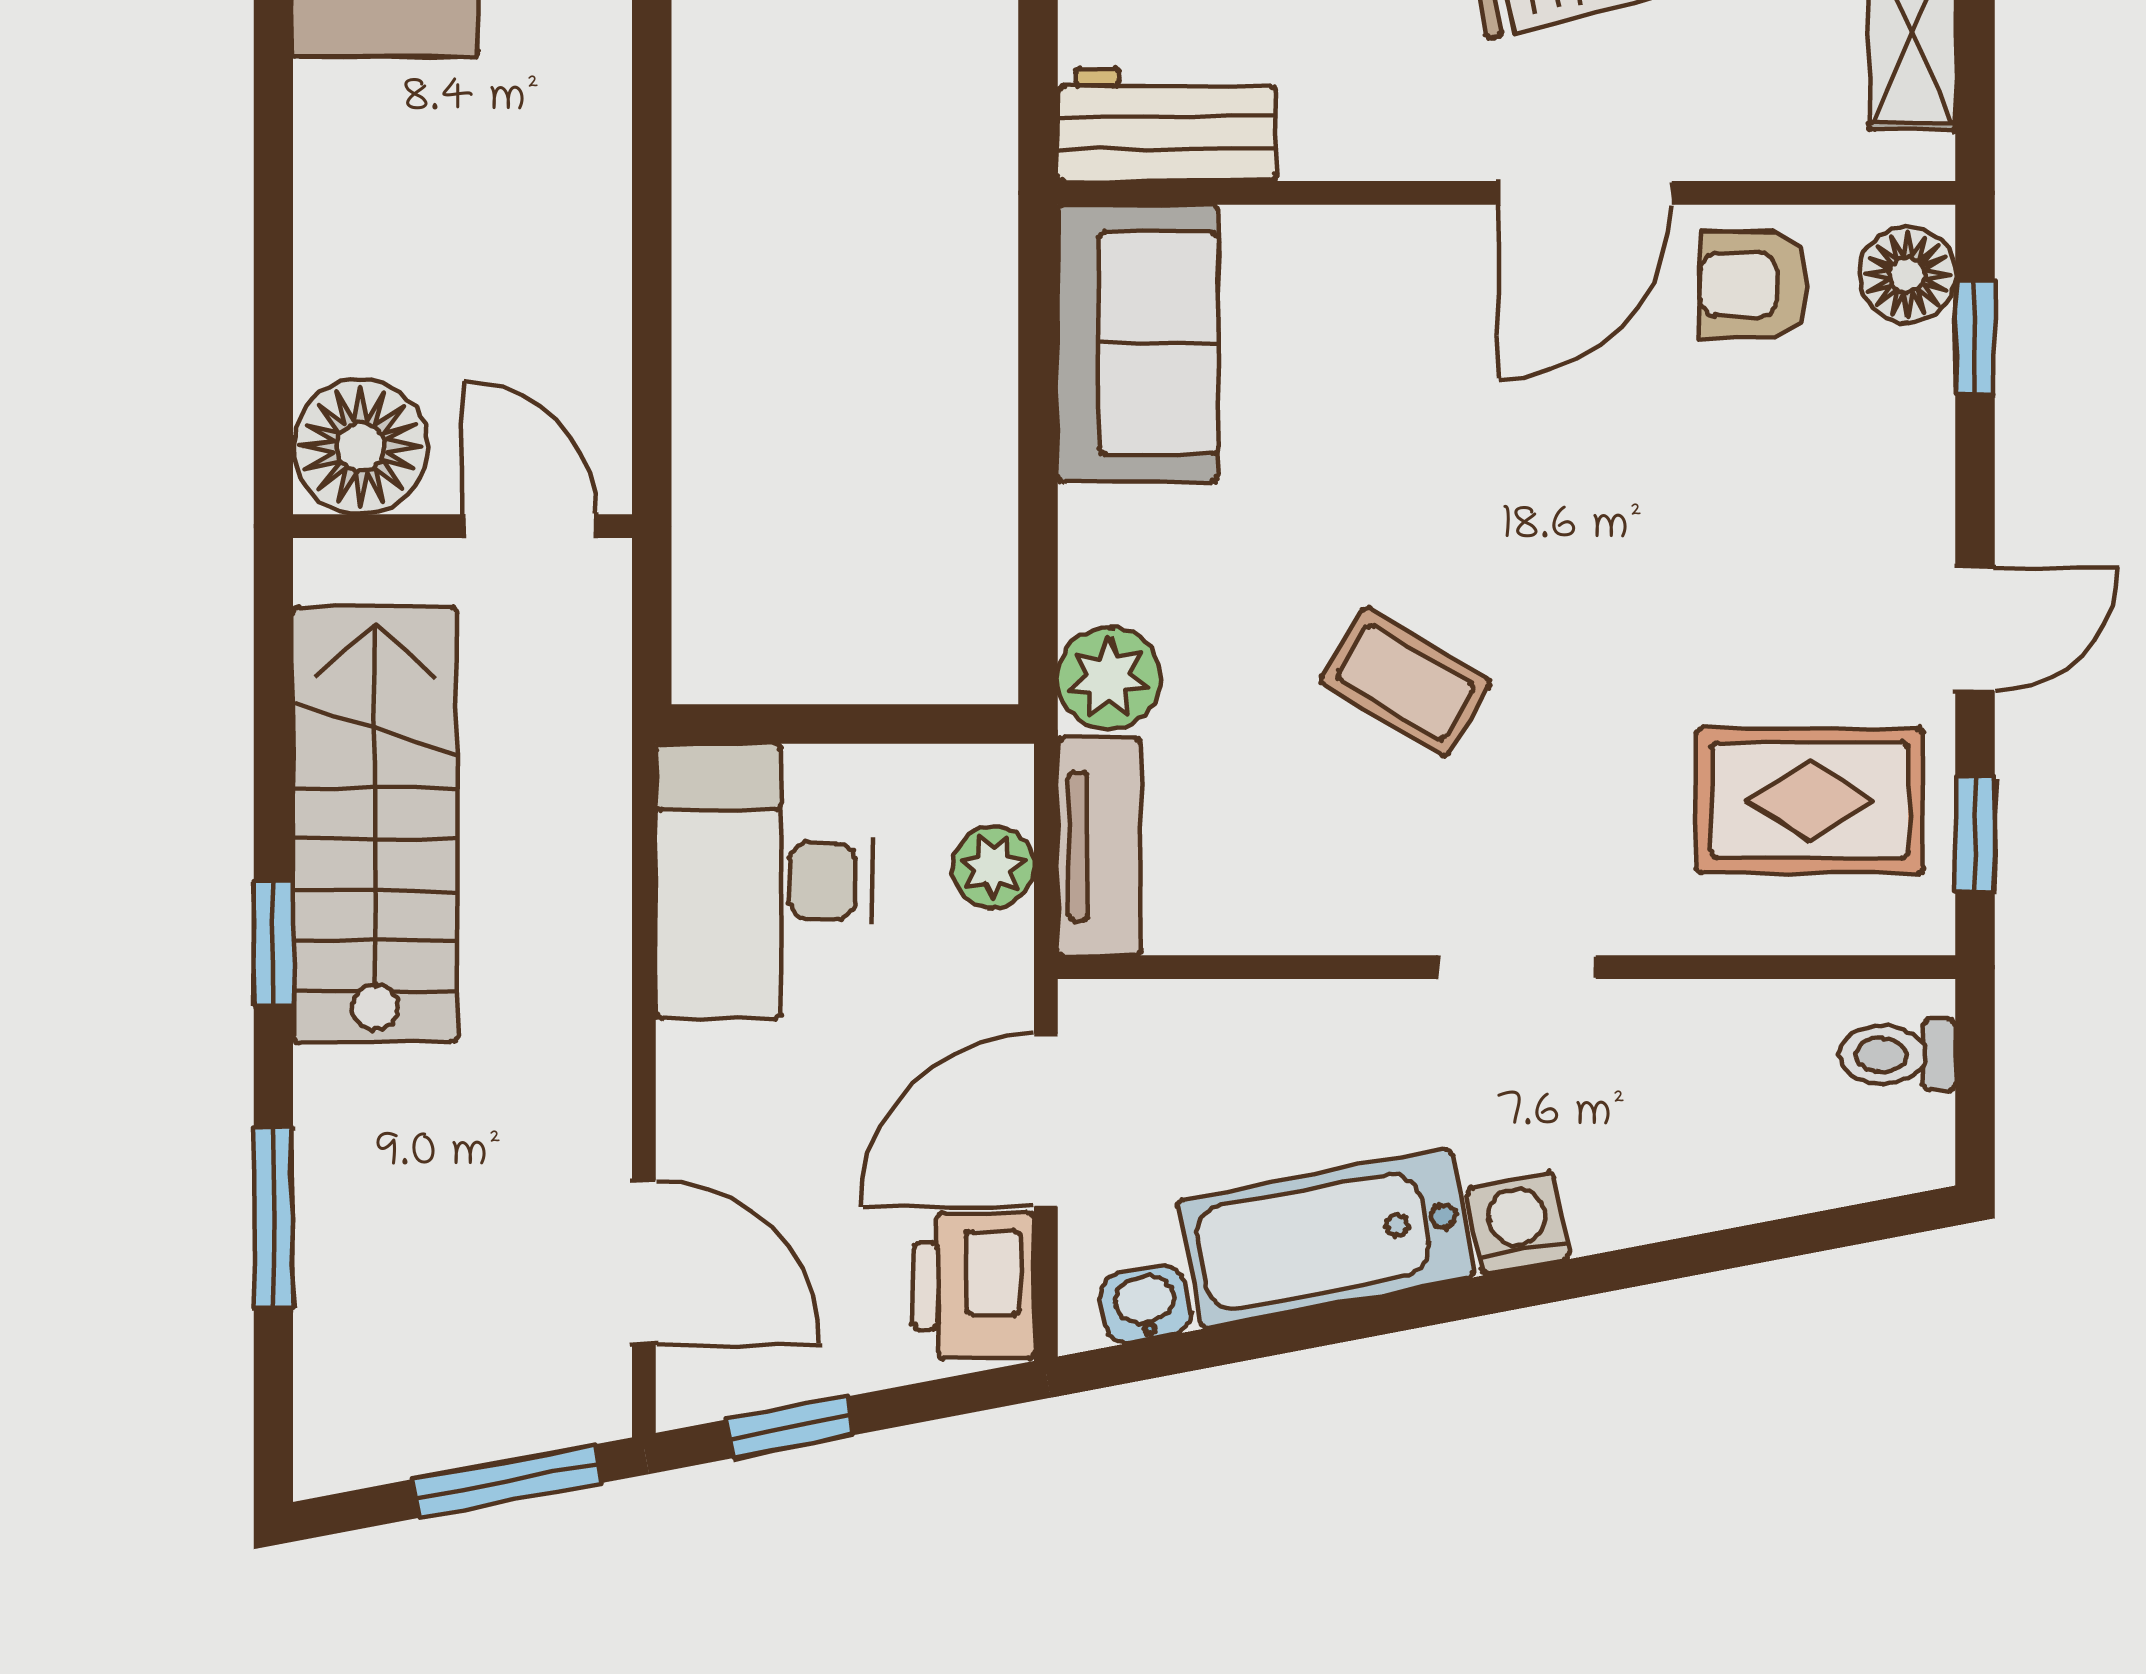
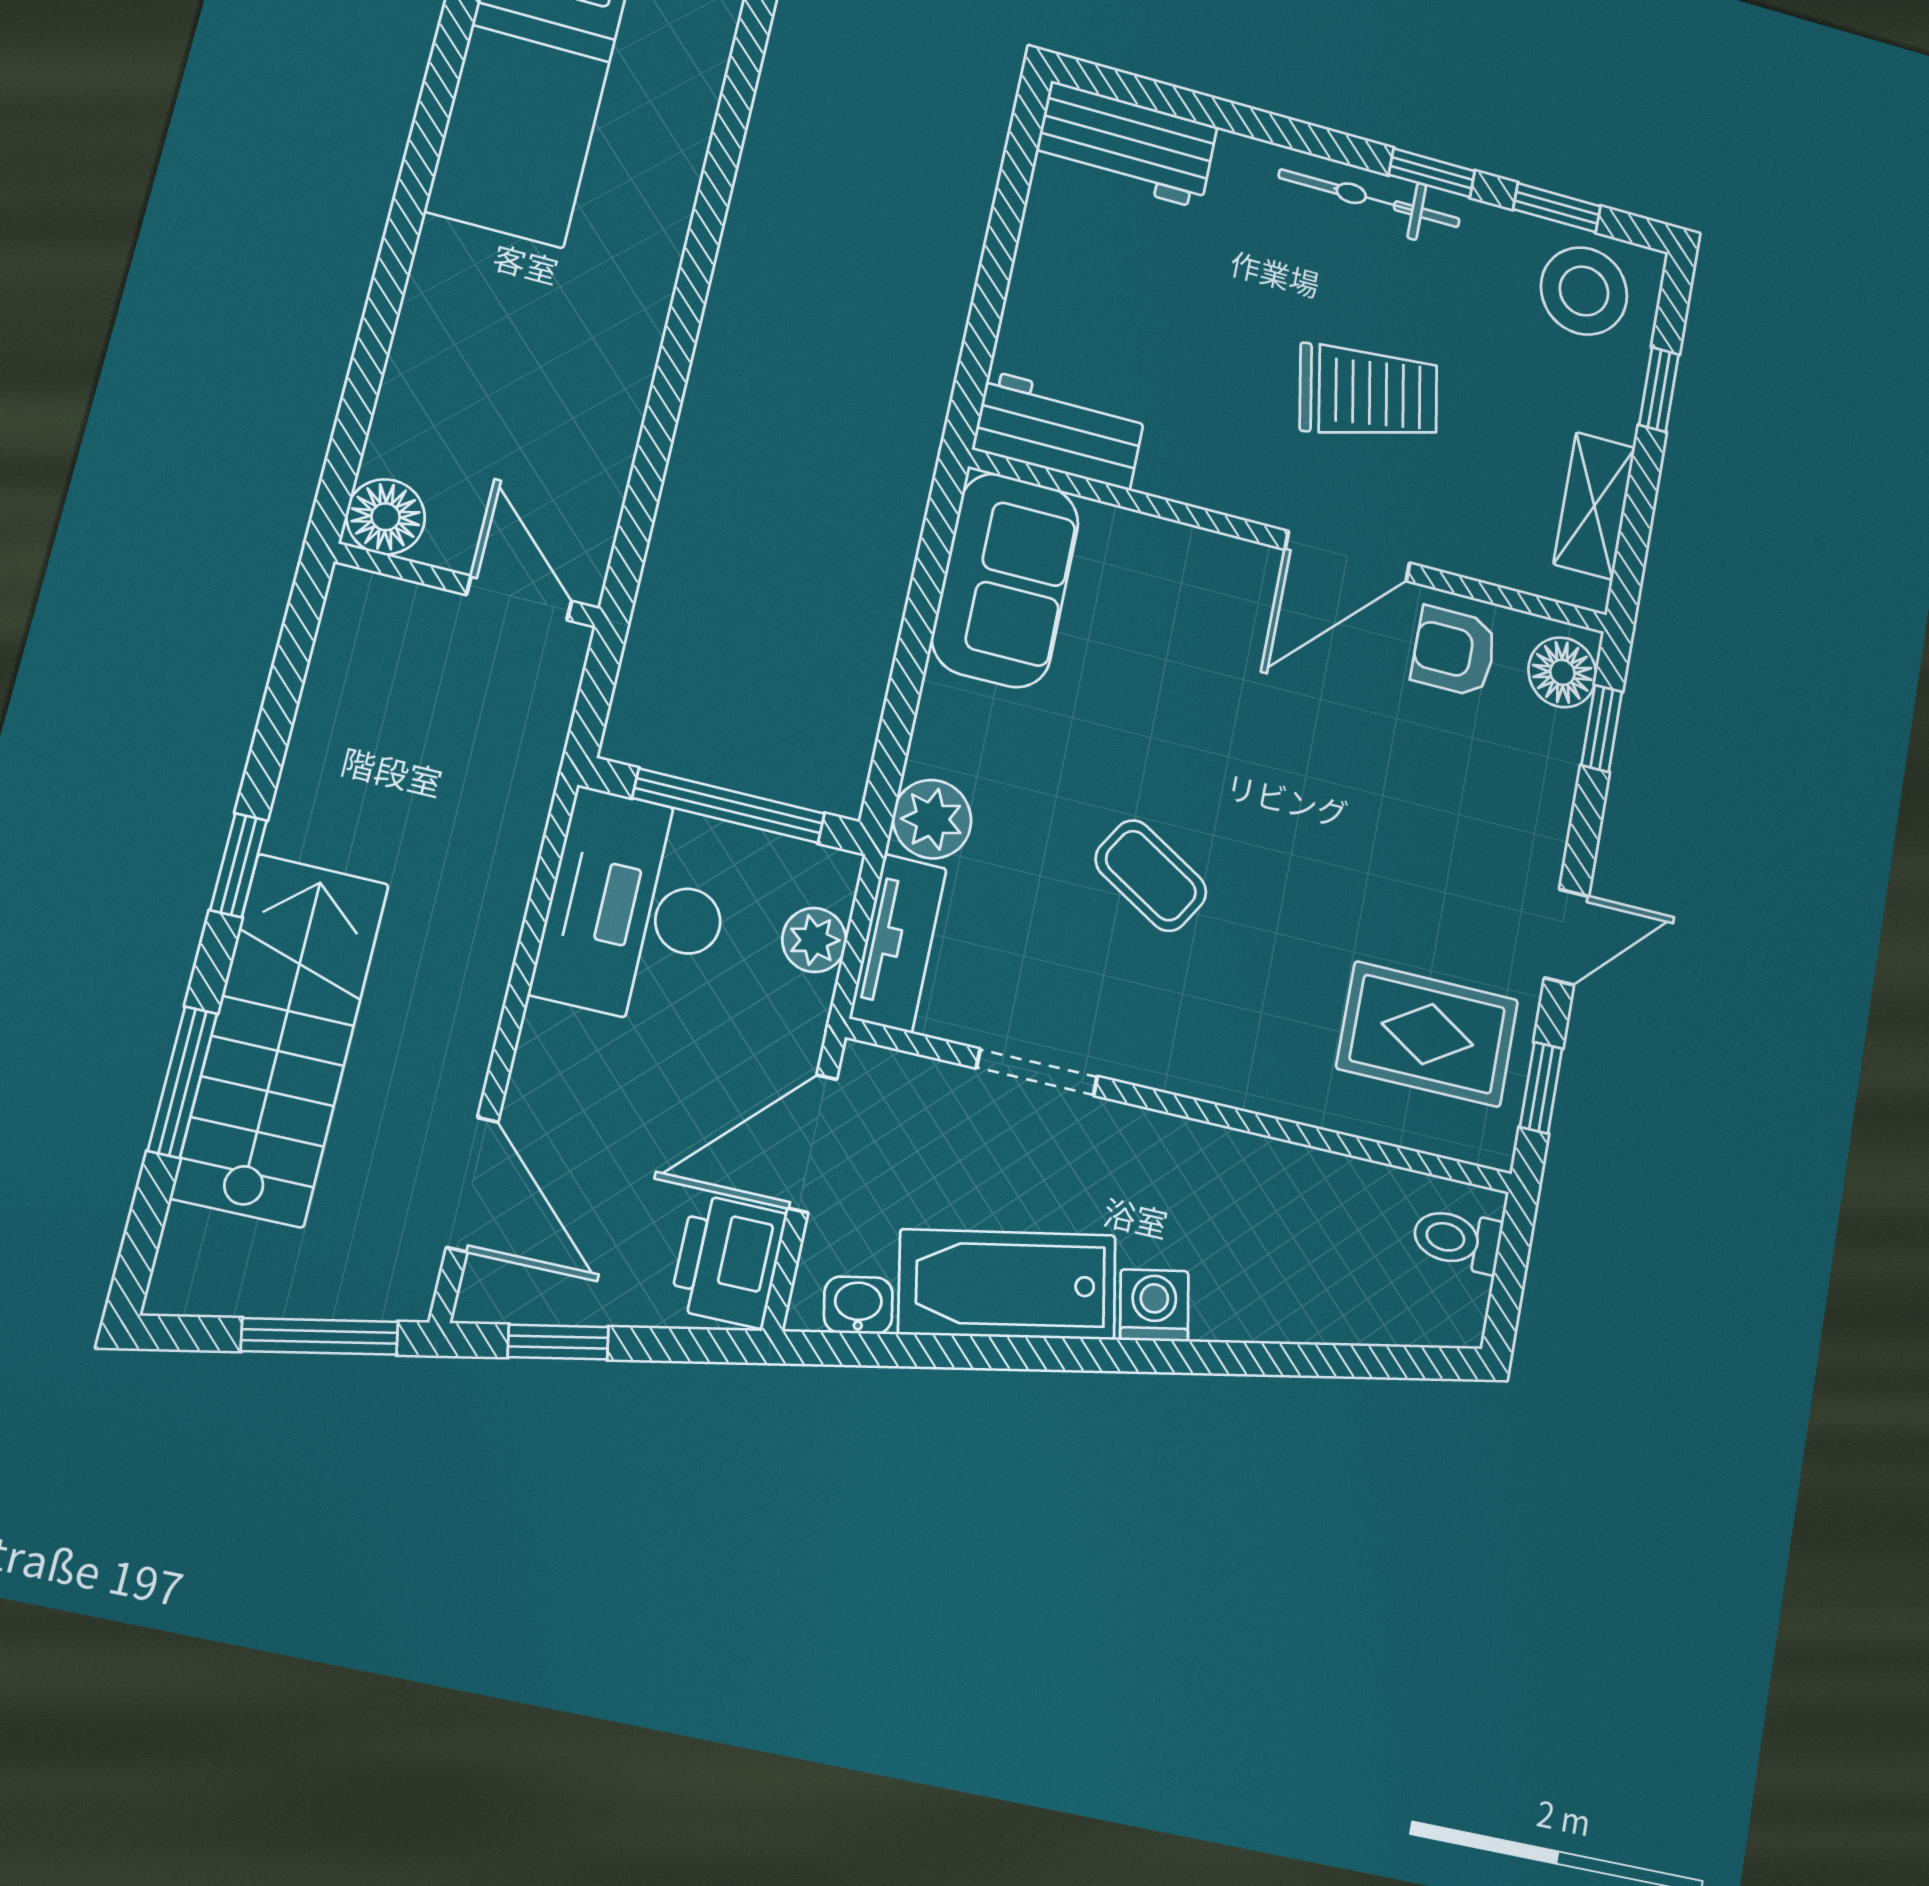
floor lamp: (360, 447) -> (386, 517), width x0.73, depth x0.73
window: (849, 724) -> (729, 806), added
stairs: (375, 824) -> (281, 1039), moved
doorway: (1517, 967) -> (1037, 1072), moved

